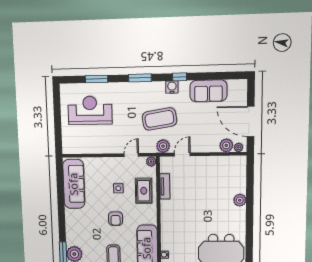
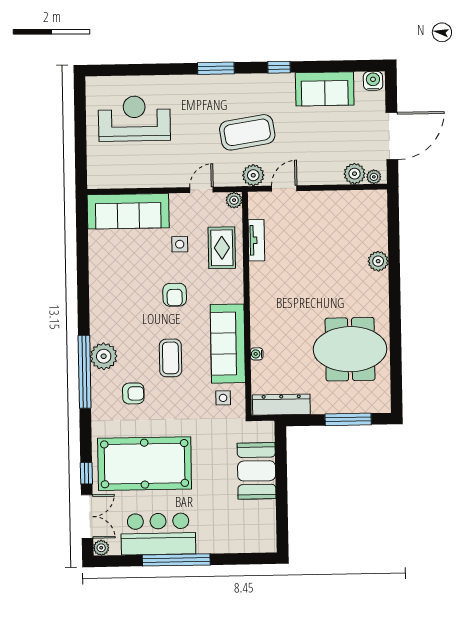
window: (97, 79) -> (146, 69), removed
water cooler: (172, 87) -> (373, 81), moved
door: (251, 121) -> (392, 136), swing flipped
sofa: (74, 184) -> (128, 211), moved, turned 90

